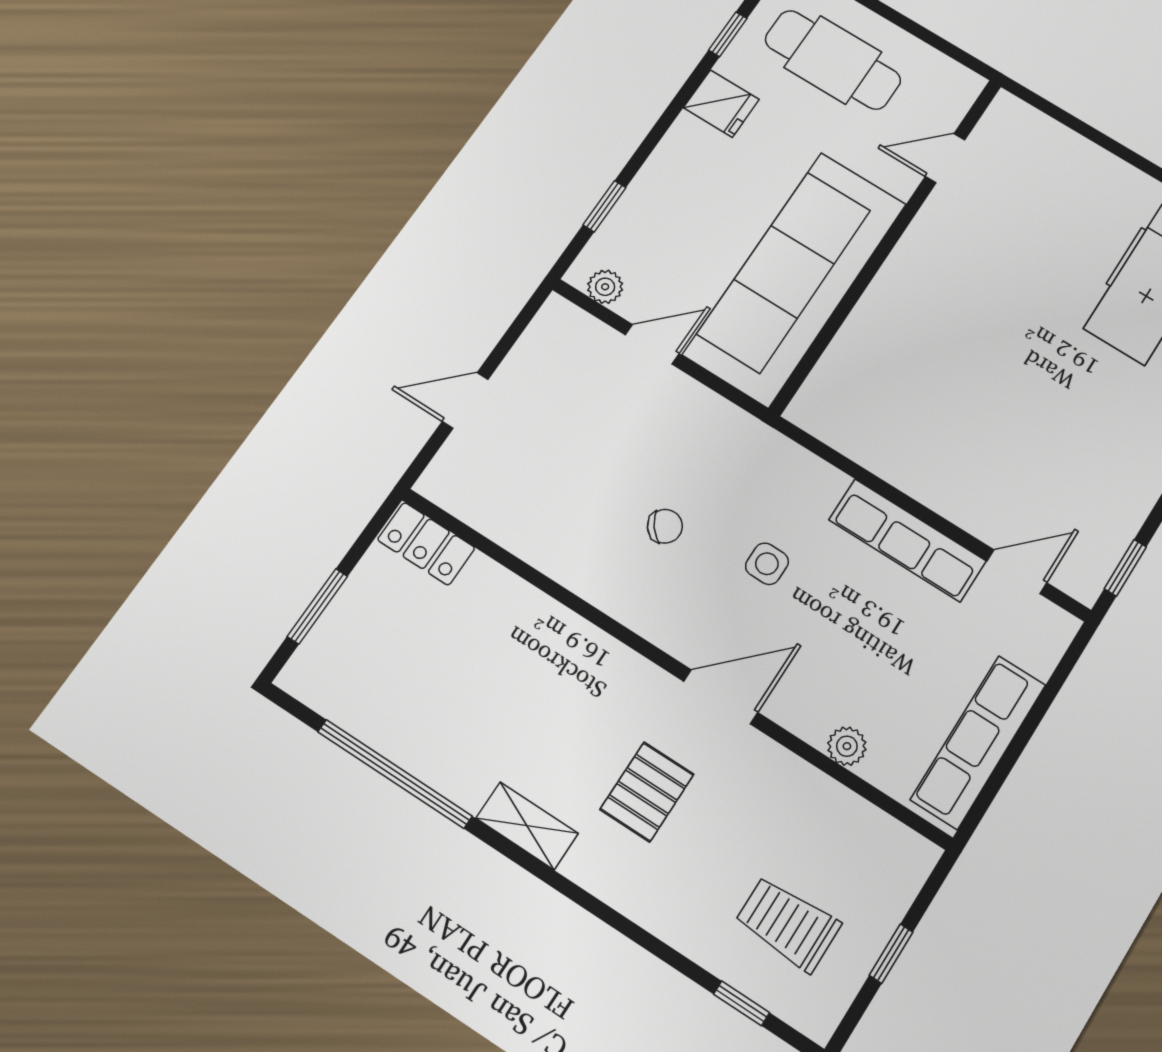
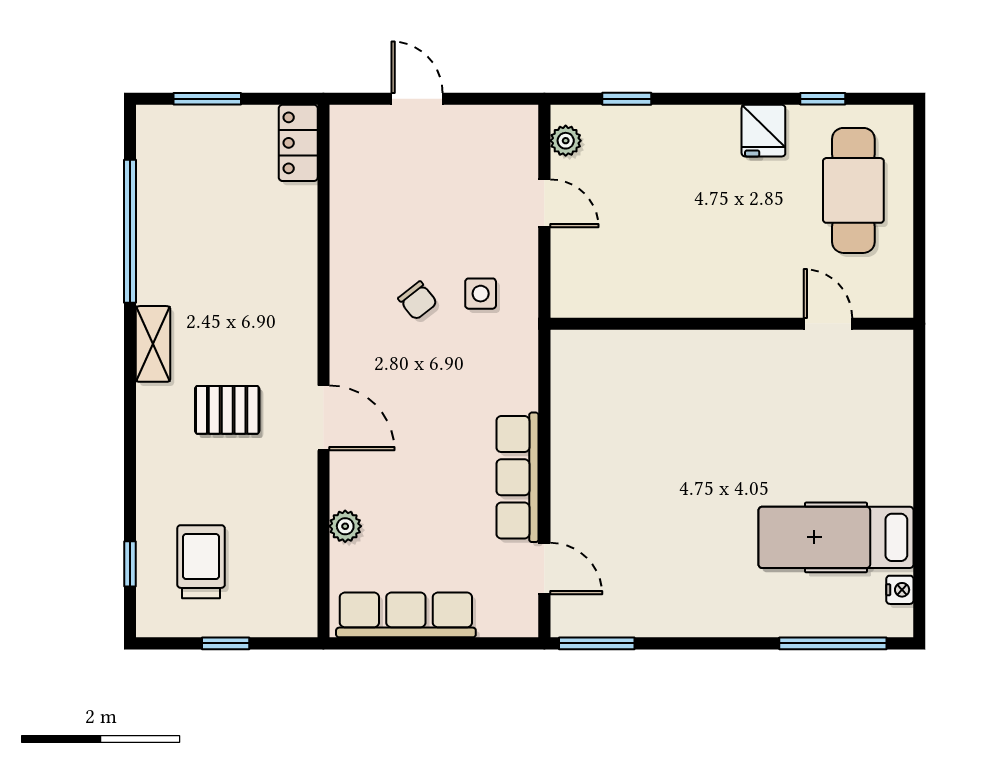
sofa: (795, 279) -> (661, 274), removed
side table: (767, 564) -> (481, 294), moved
window: (1125, 568) -> (597, 643), width x1.50

